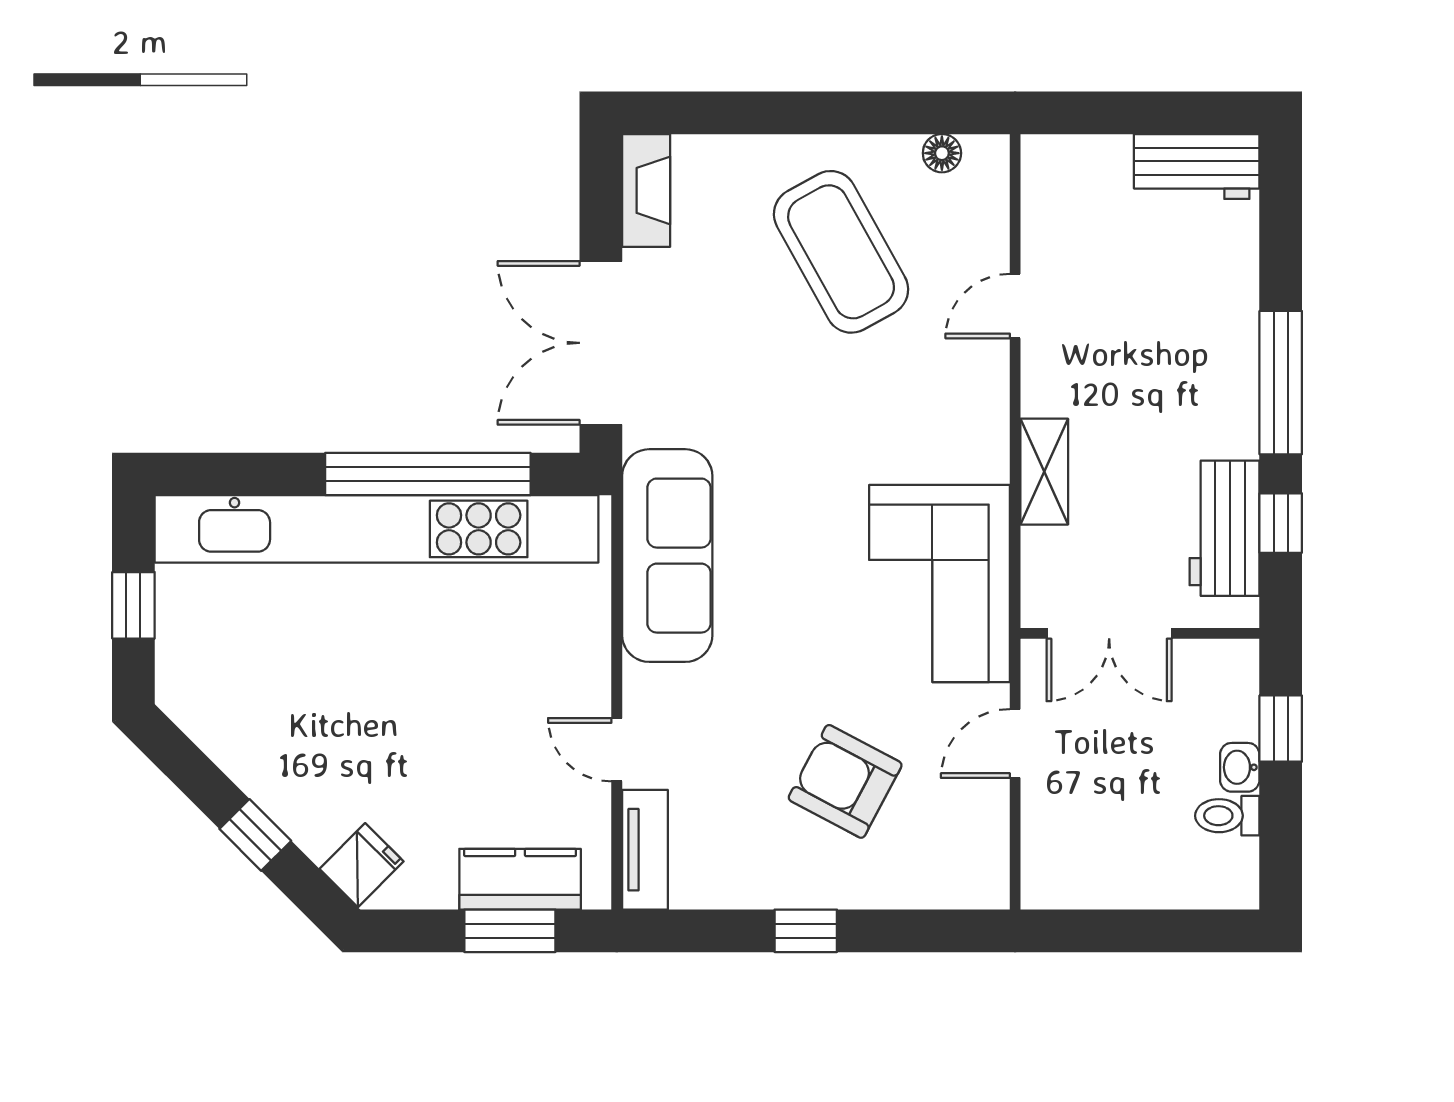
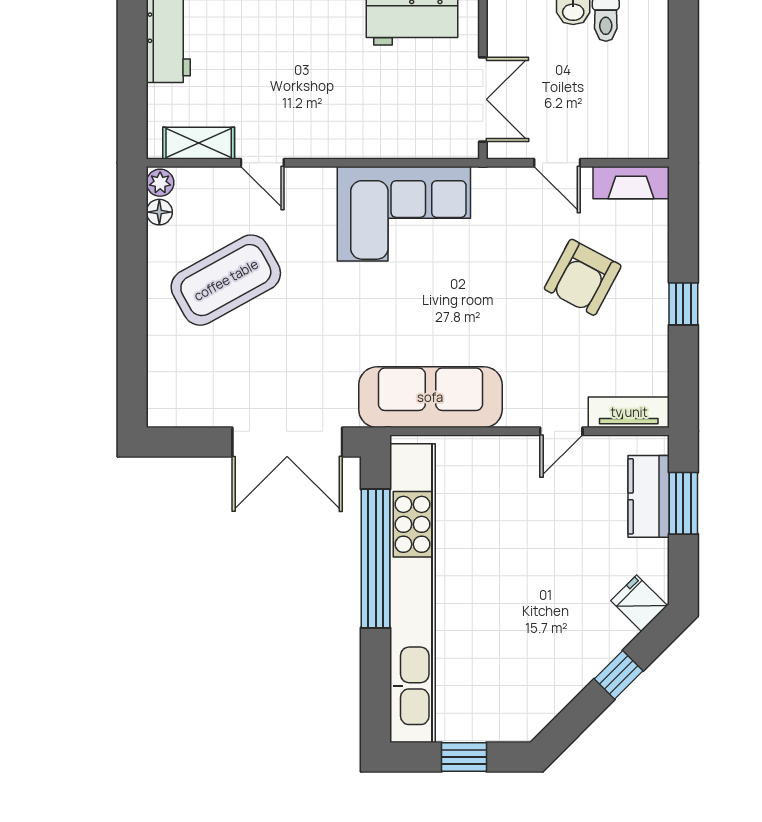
plant: (986, 154) -> (160, 183), added
fireplace: (646, 190) -> (631, 183), moved, turned 180
shelving: (1044, 472) -> (199, 143), moved
corner sofa: (939, 584) -> (404, 214), moved

